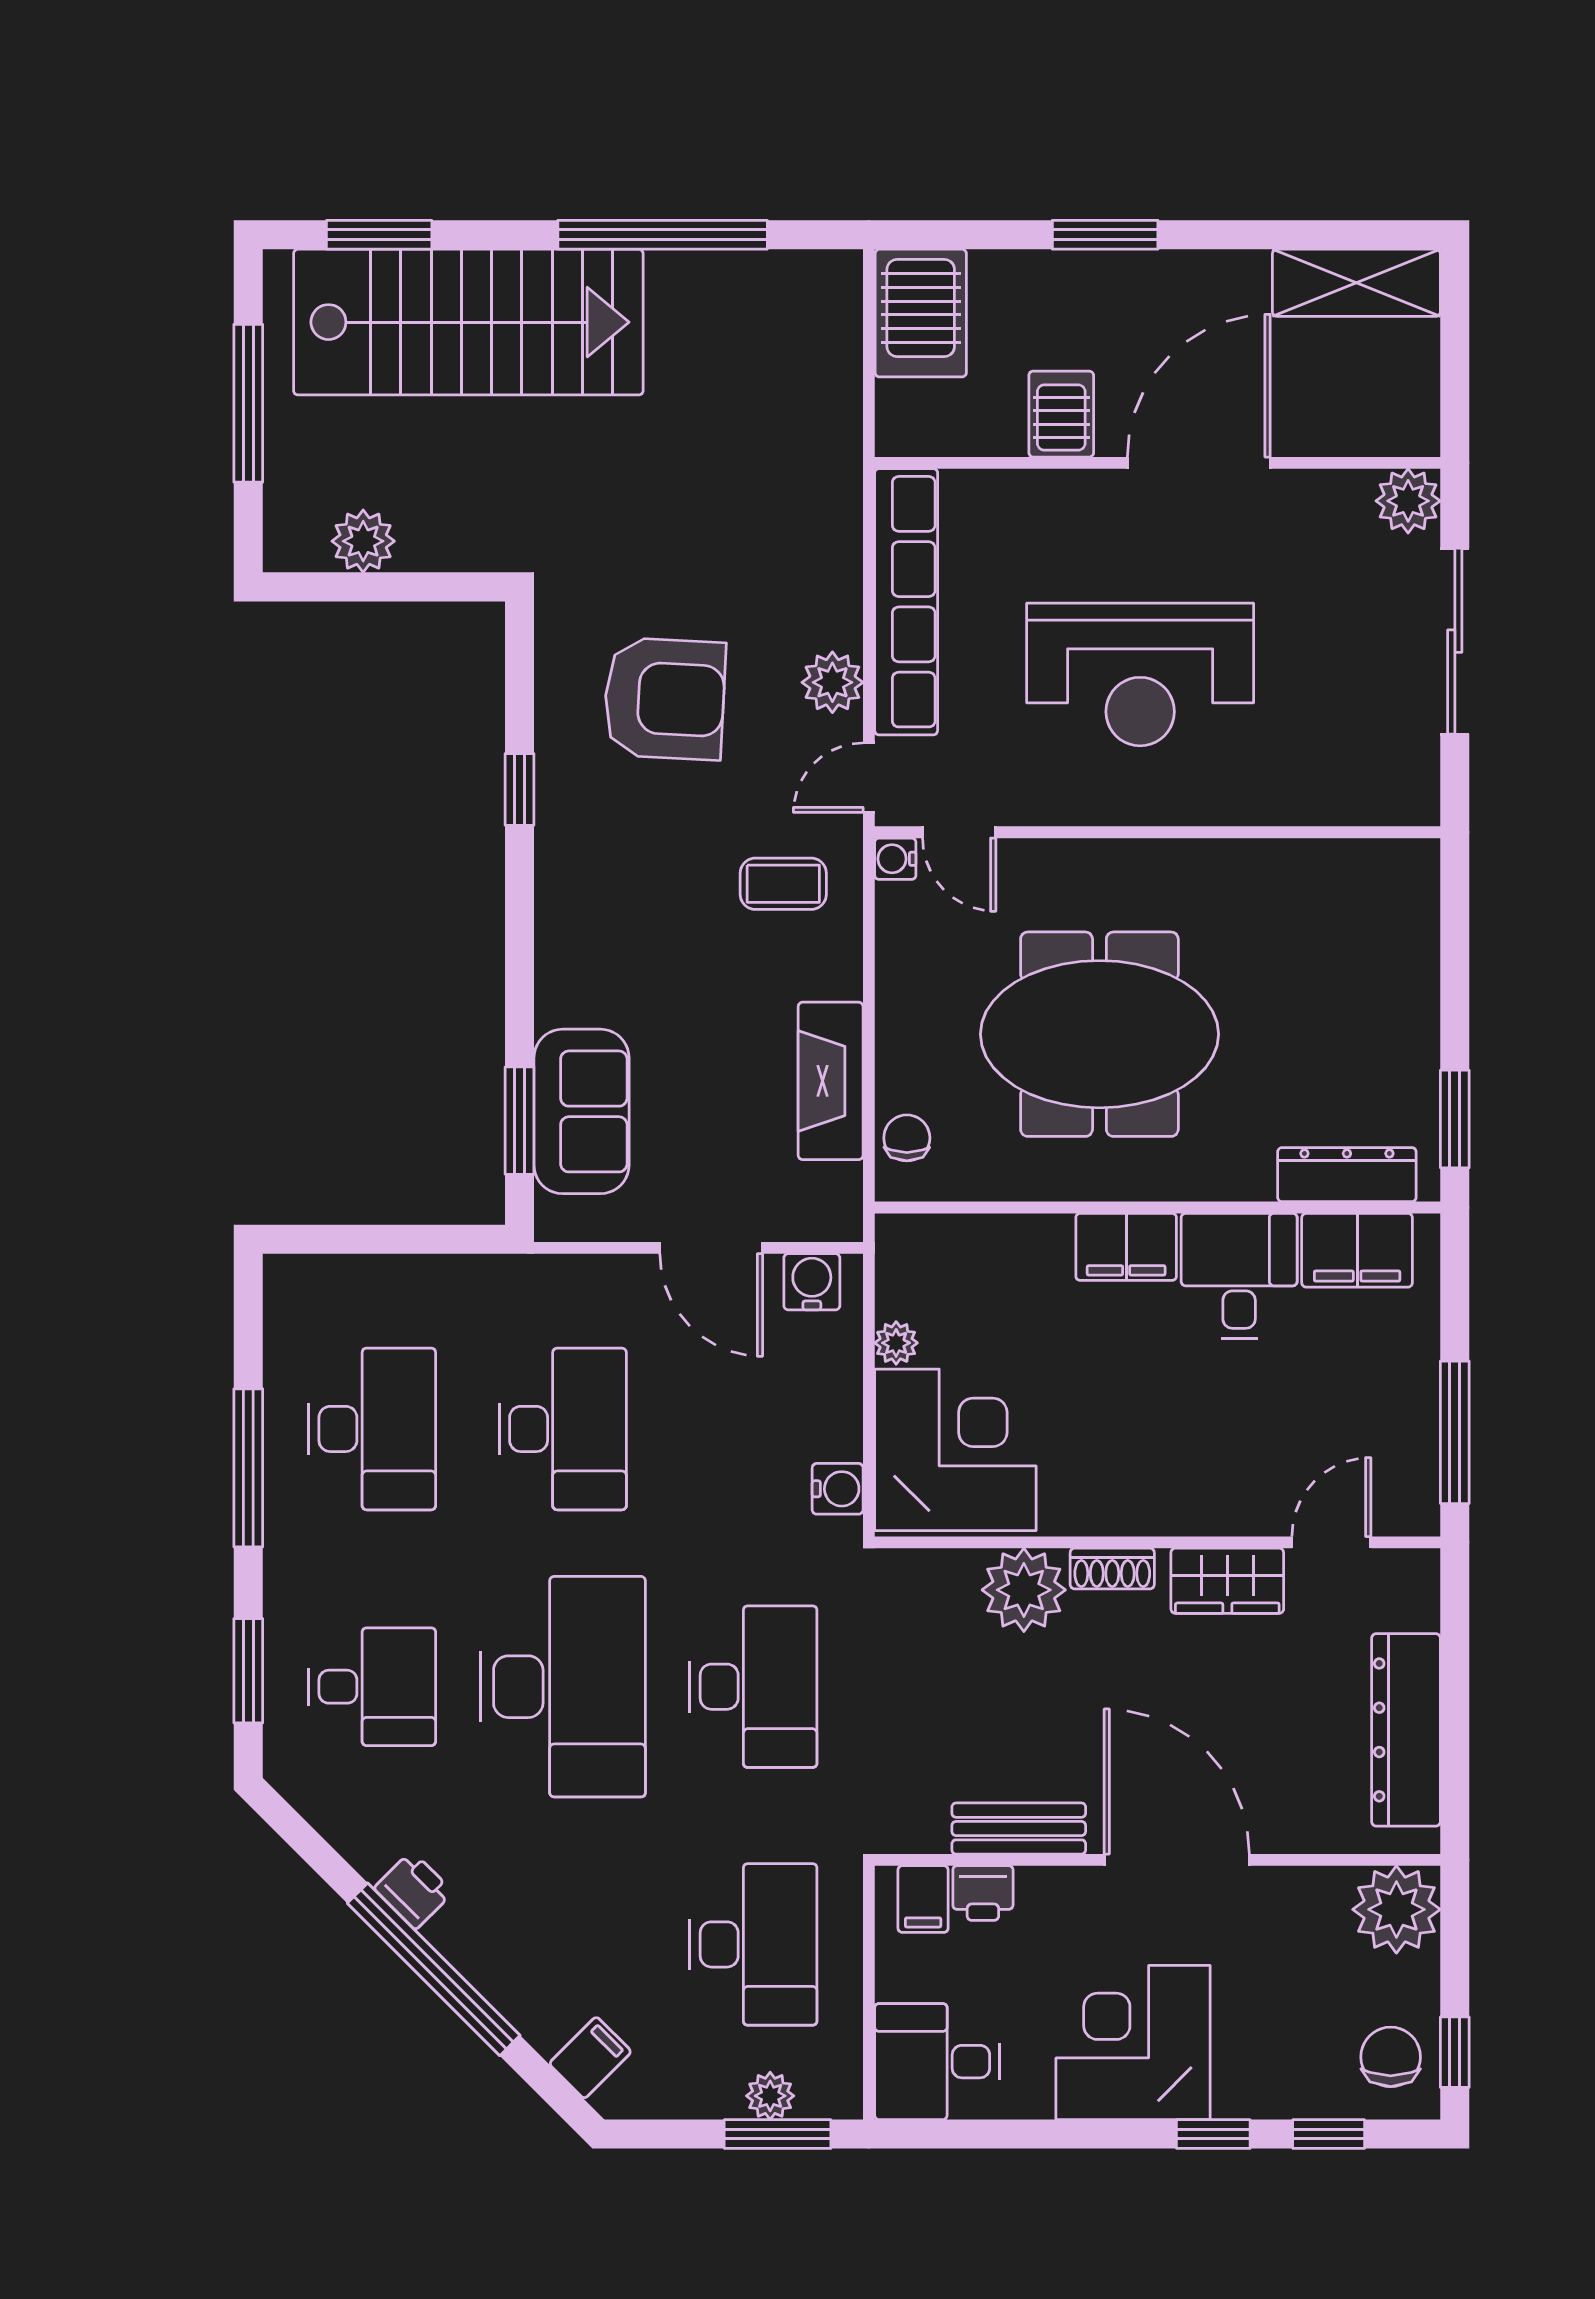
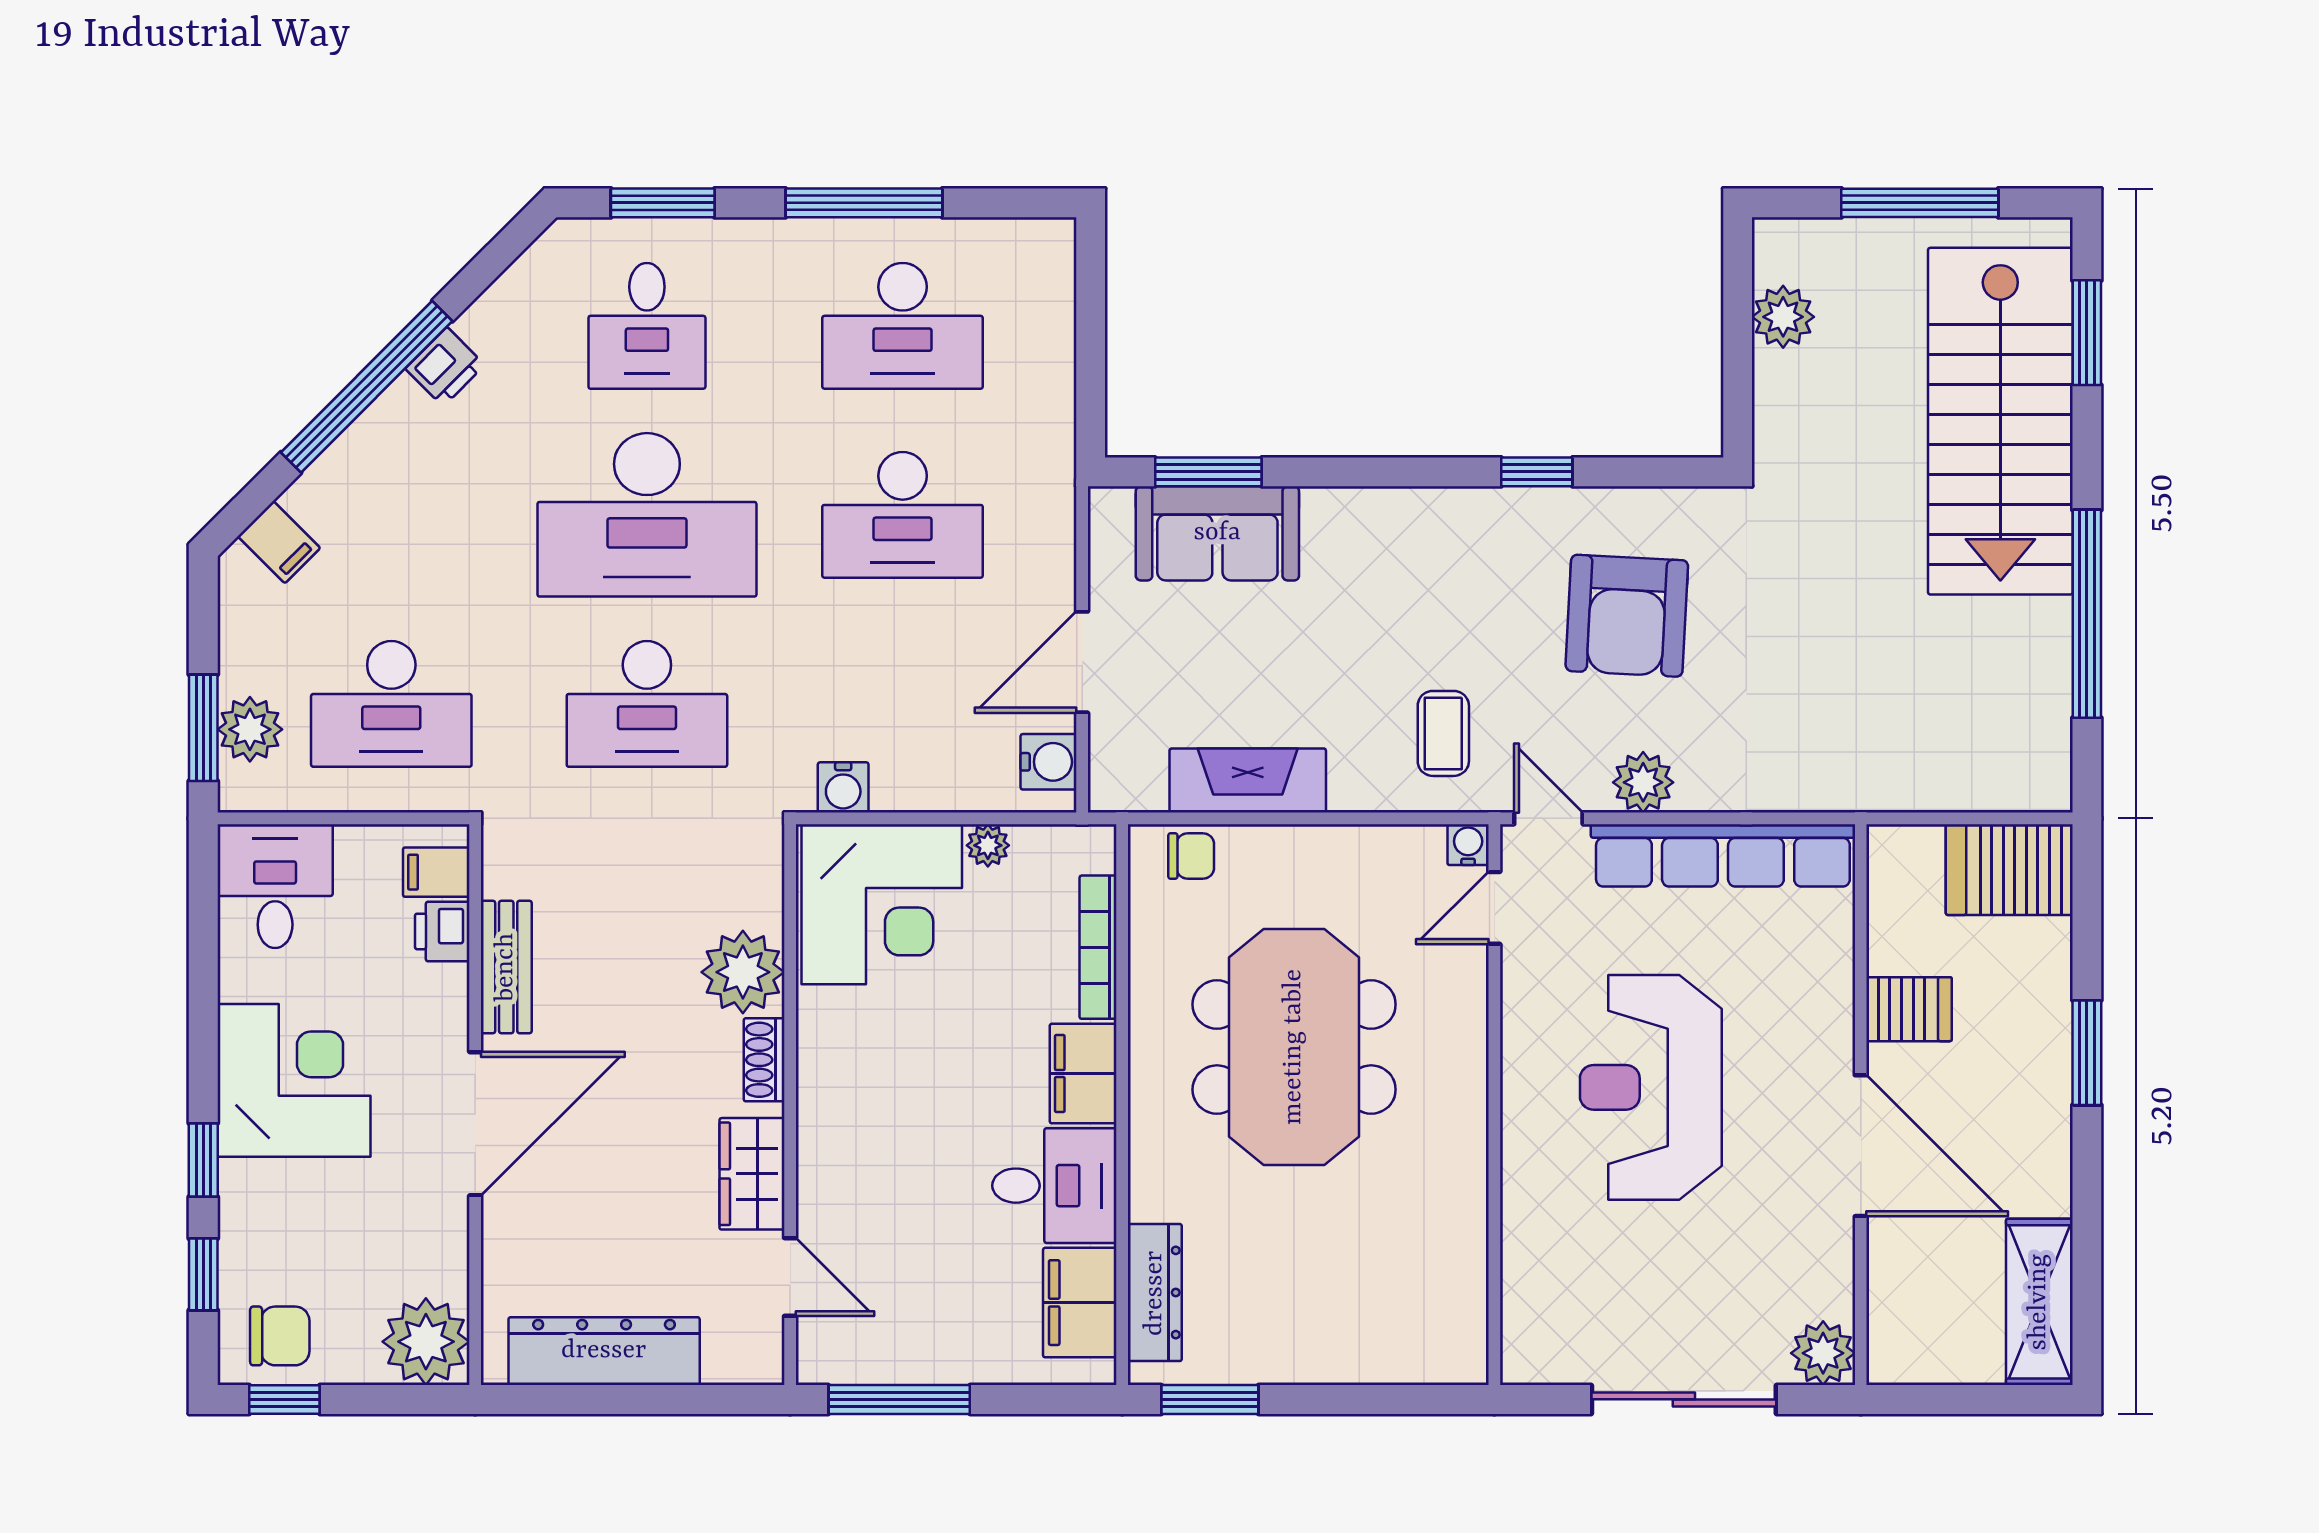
bookcase: (999, 1232) -> (1098, 947), added
plant: (770, 2096) -> (250, 729), width x1.38, depth x1.38

